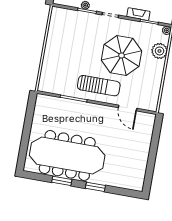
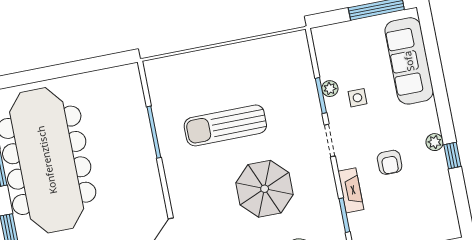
parasol: (122, 56) -> (265, 189), width x0.73, depth x0.73
sun lounger: (99, 86) -> (225, 125), moved, turned 90

